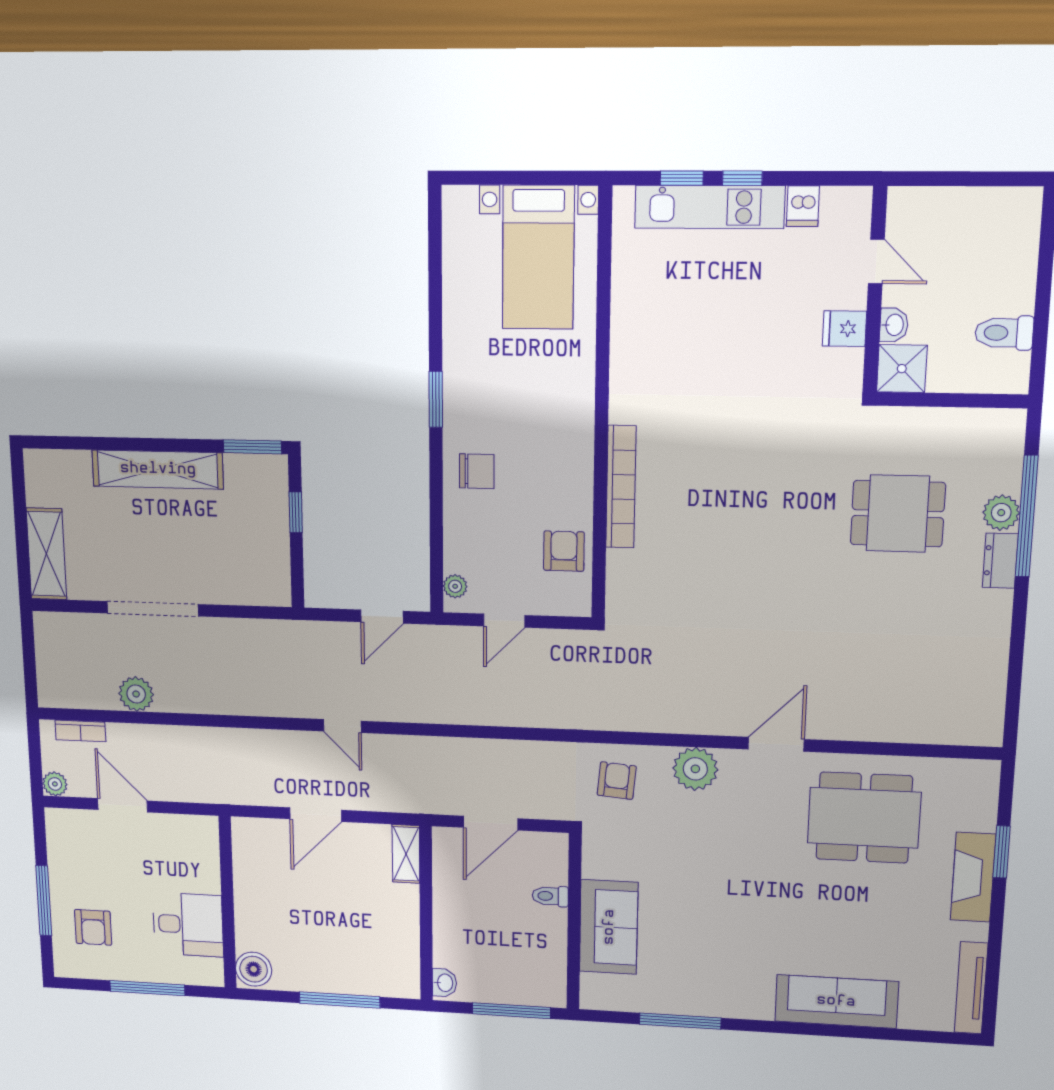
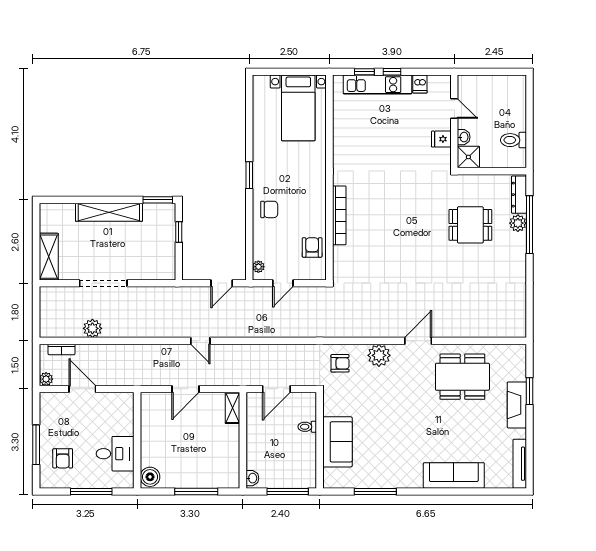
dresser: (1000, 561) -> (519, 195), moved, width x1.44
armchair: (617, 781) -> (340, 363), turned 85

